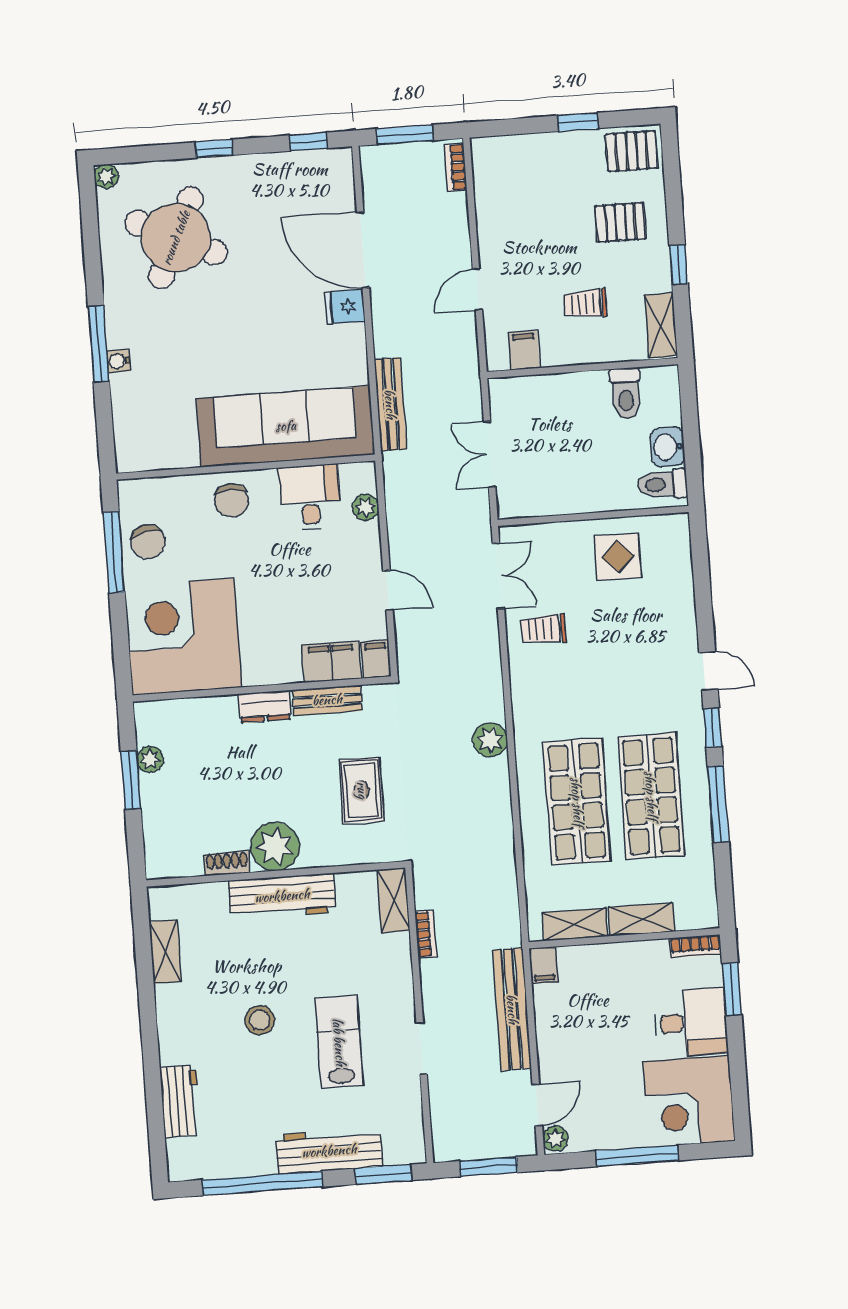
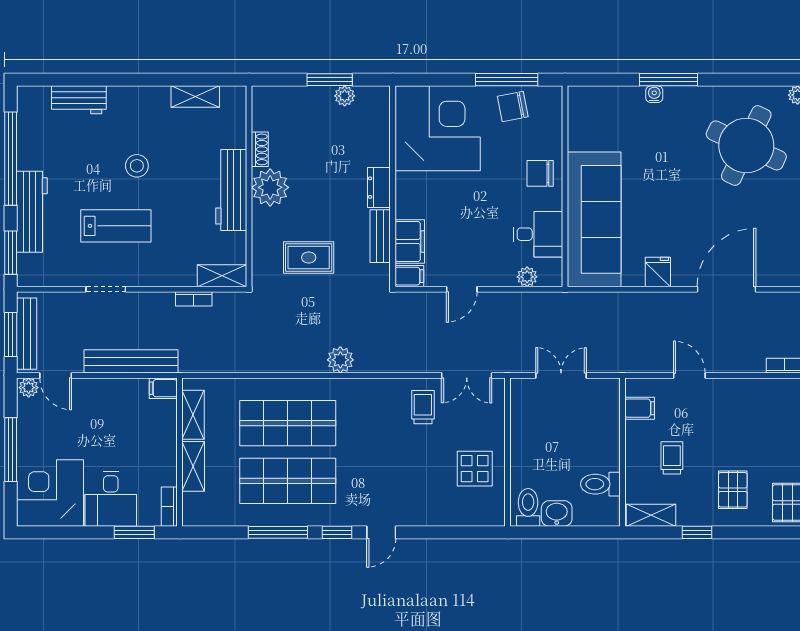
fridge: (345, 307) -> (658, 272), moved
bench: (390, 404) -> (27, 334), moved, turned 90

